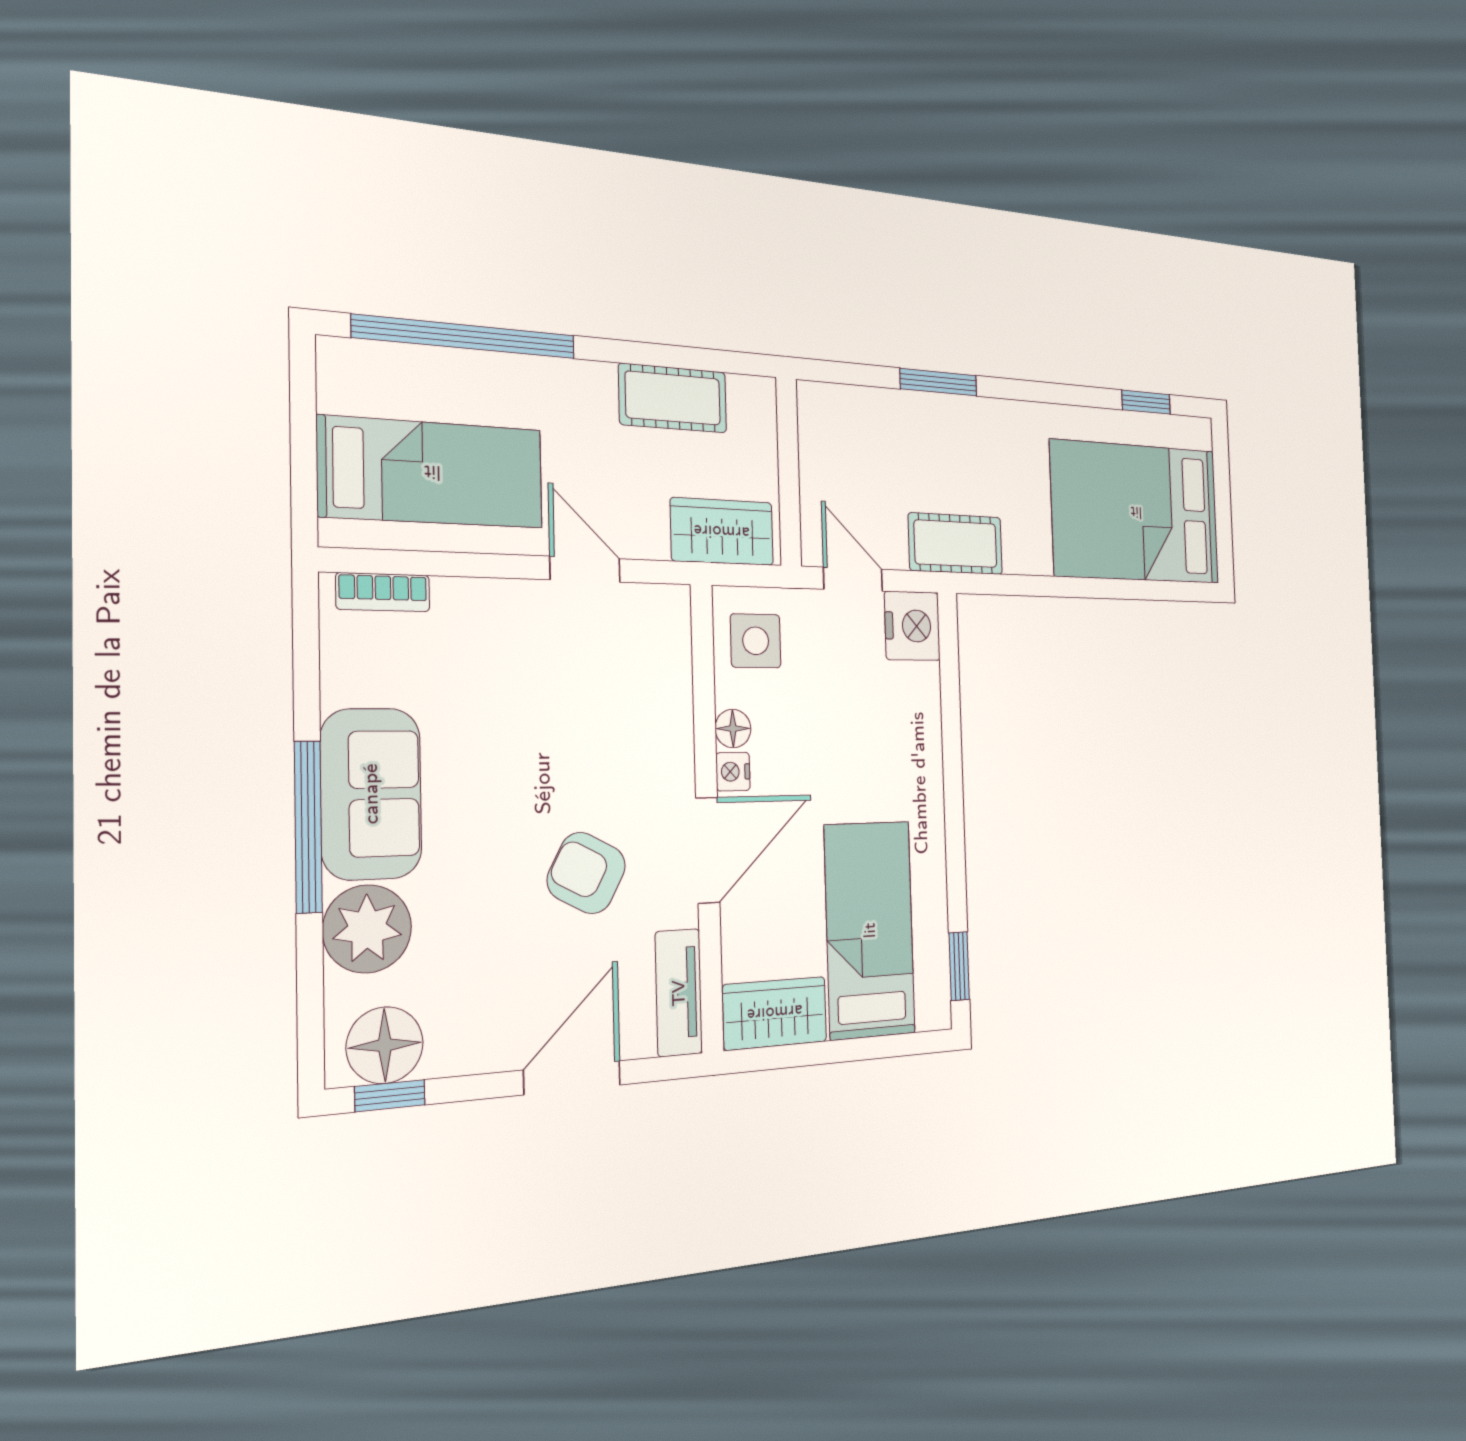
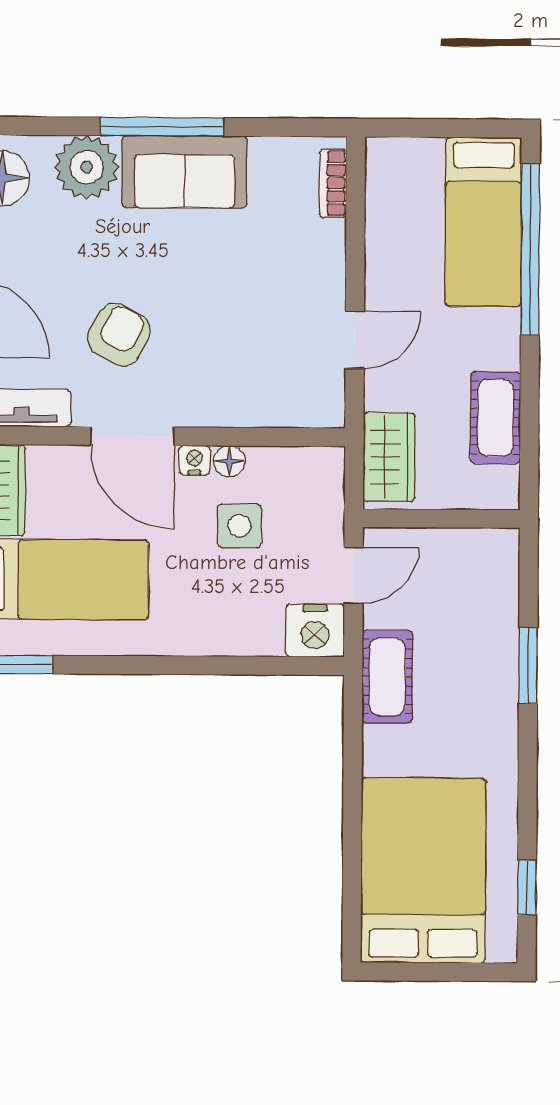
bed: (432, 472) -> (483, 222), moved
side table: (756, 641) -> (240, 526), moved

